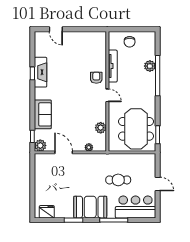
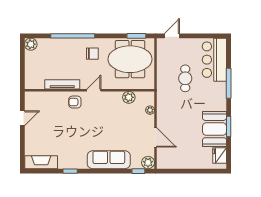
door: (56, 29) -> (22, 118), moved
chair: (130, 42) -> (92, 54), moved
plant: (150, 66) -> (31, 44), moved
fireplace: (41, 72) -> (41, 162), moved
sofa: (43, 114) -> (109, 160), width x1.36
door: (64, 152) -> (155, 137), swing flipped
door: (158, 184) -> (172, 36), moved
booth: (90, 207) -> (214, 129), moved

